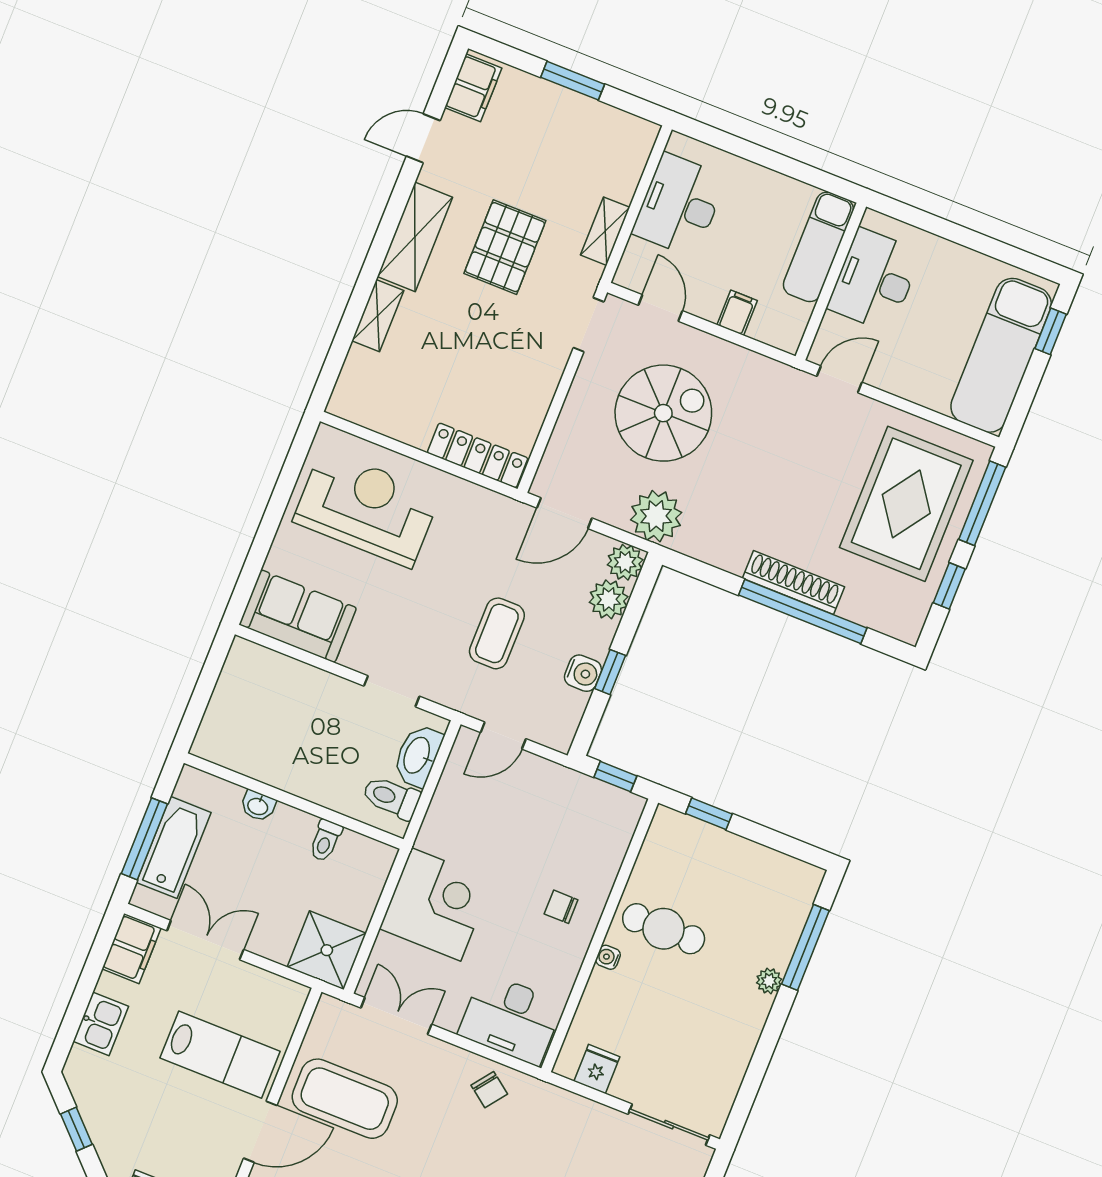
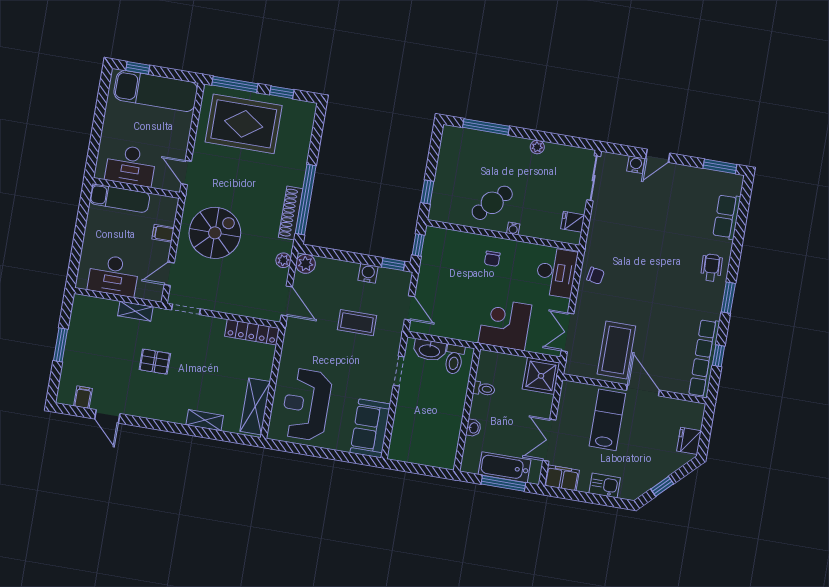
filing cabinet: (473, 88) -> (83, 397), width x0.50
shelving: (415, 237) -> (255, 406), moved, turned 90
pallet: (505, 247) -> (155, 362), width x0.67, depth x0.71
spiral stairs: (663, 413) -> (215, 233), moved, turned 90
locker: (478, 455) -> (252, 332), moved, turned -90
plant: (656, 516) -> (283, 260), width x0.53, depth x0.53
shoe rack: (793, 582) -> (291, 213), moved
plant: (609, 599) -> (327, 268), removed
window: (803, 612) -> (306, 200), moved
window: (610, 672) -> (393, 264), moved
cafe table: (664, 929) -> (492, 203), turned 44
plant: (769, 981) -> (537, 147), moved
chair: (489, 1090) -> (596, 276), turned 63

